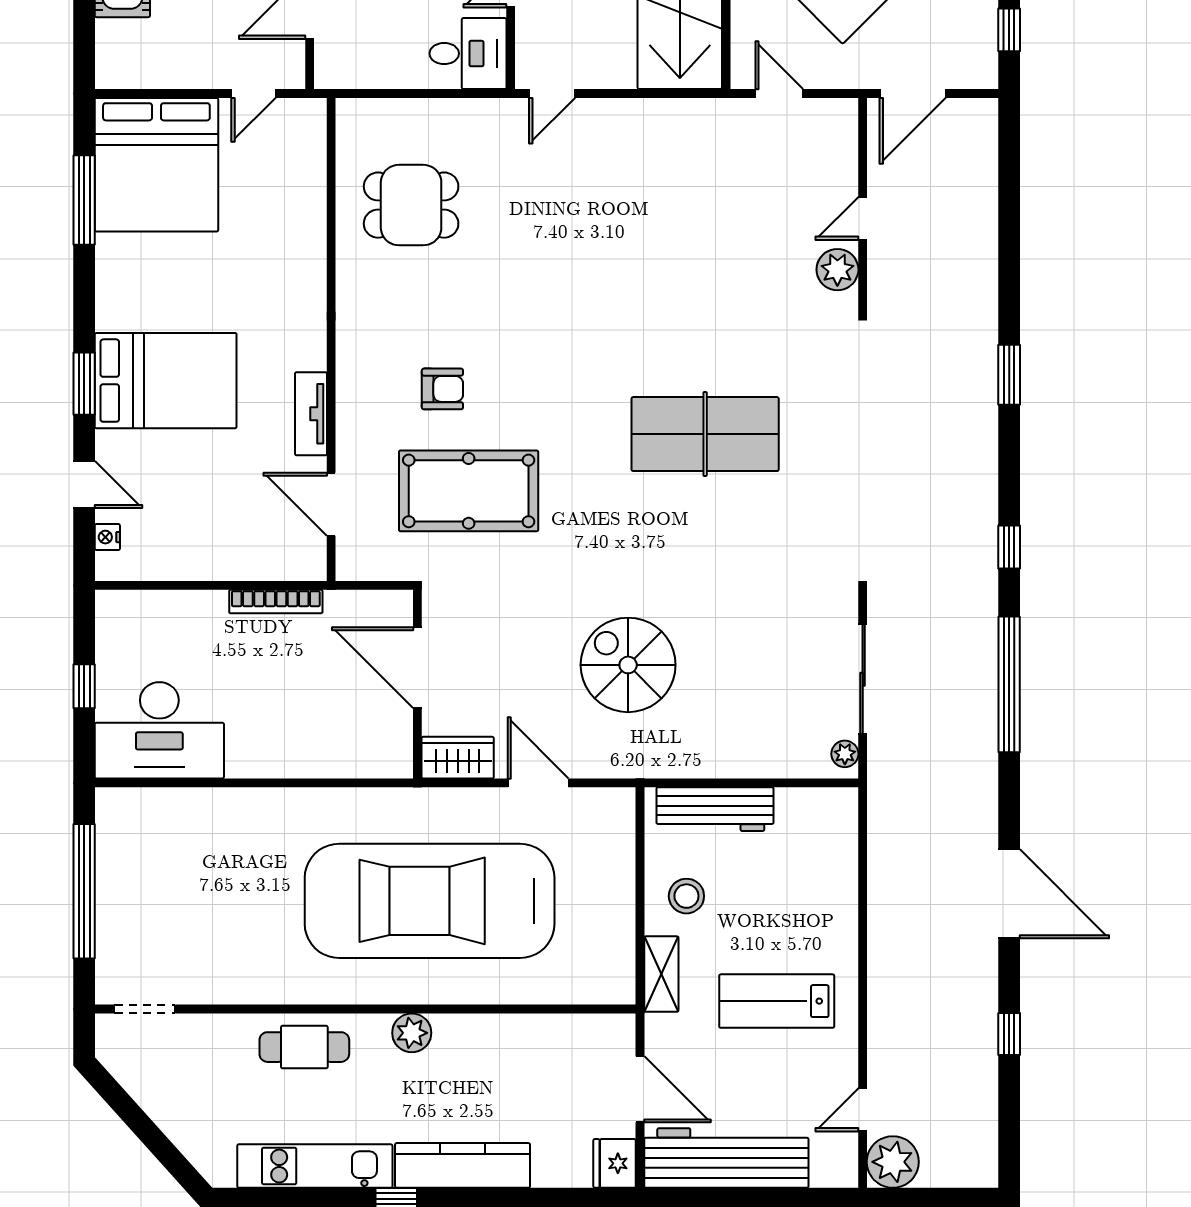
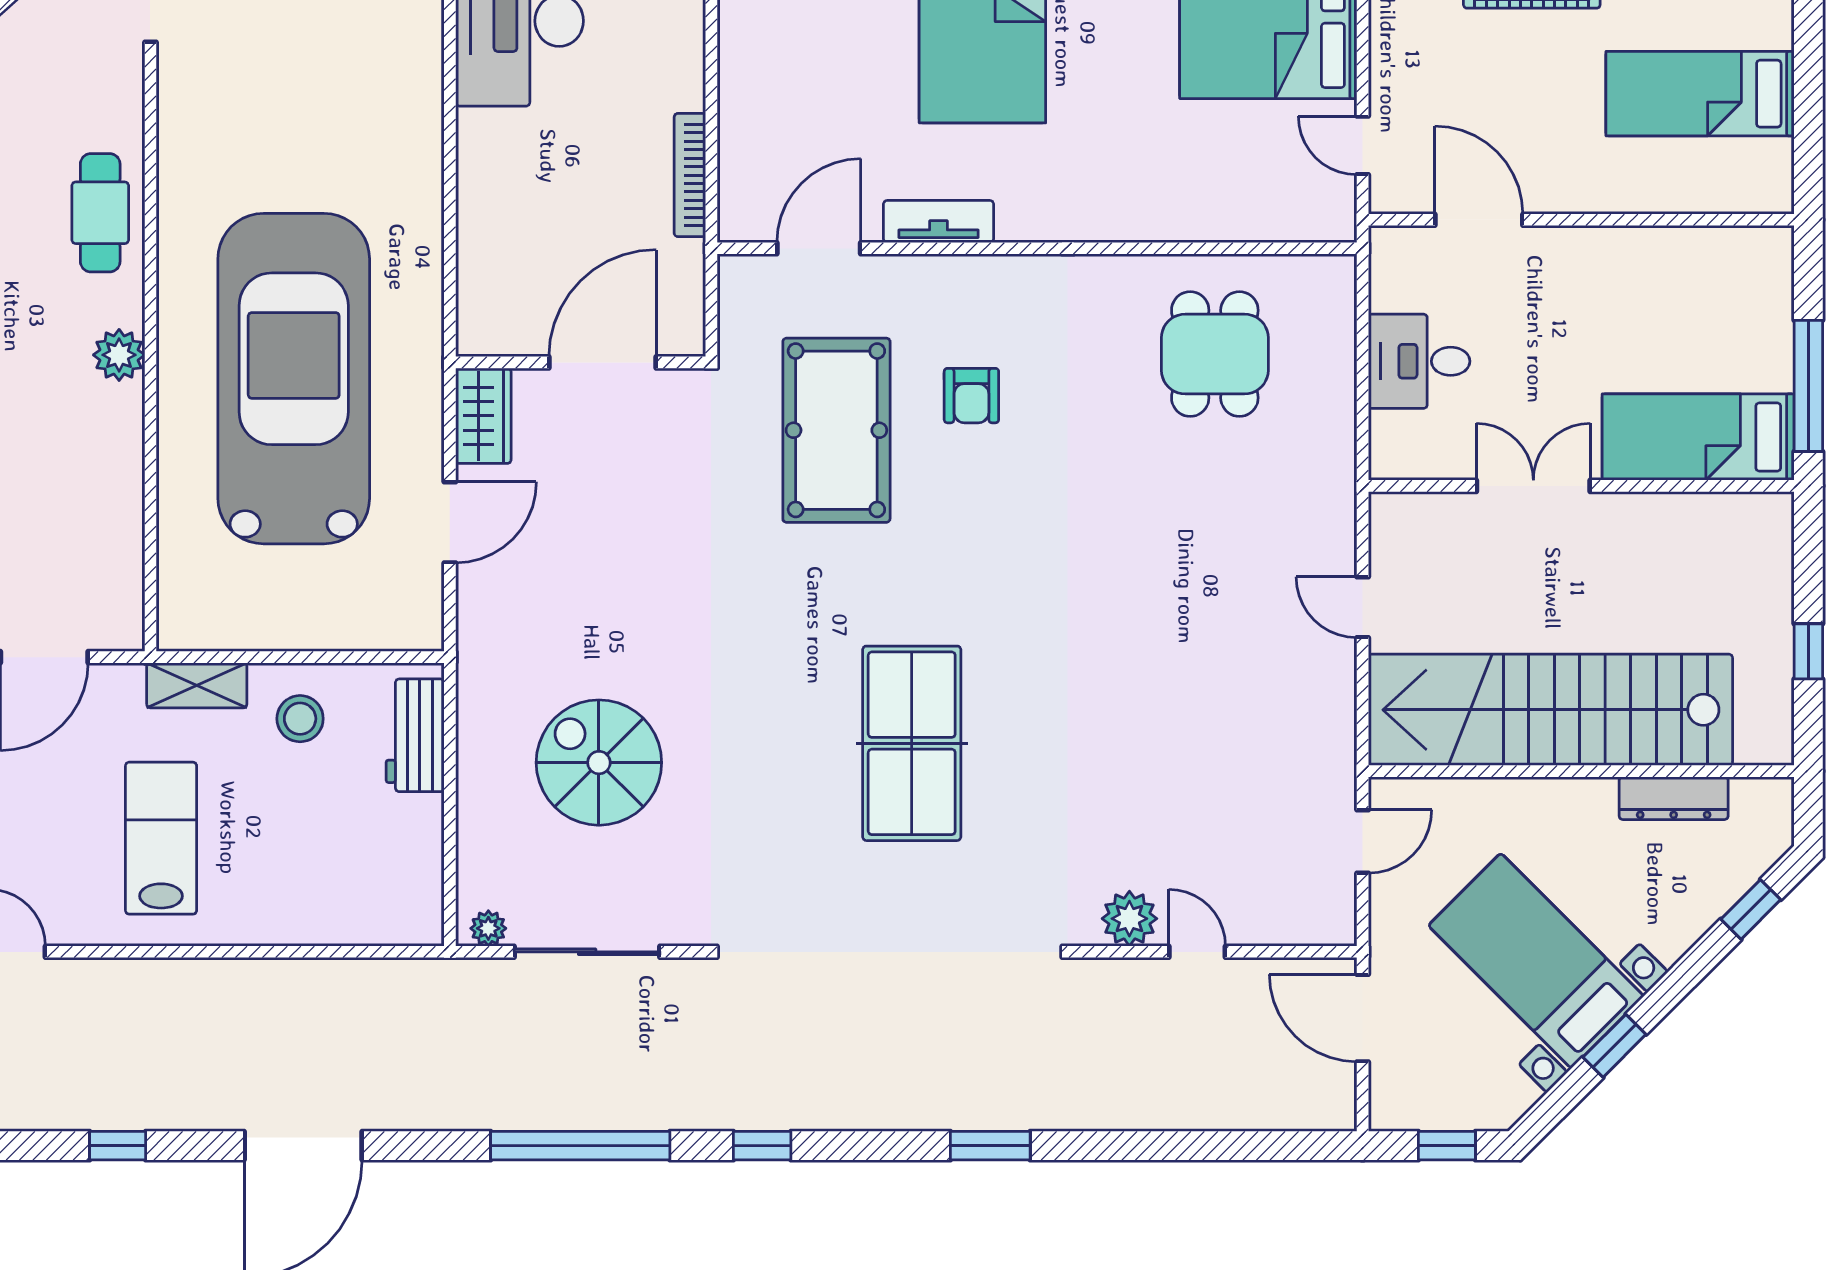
desk: (468, 54) -> (1419, 361), moved, turned 90
door: (552, 93) -> (1363, 607), moved
spiral stairs: (628, 665) -> (599, 763), moved, turned -90
workbench: (715, 809) -> (415, 735), width x0.73

